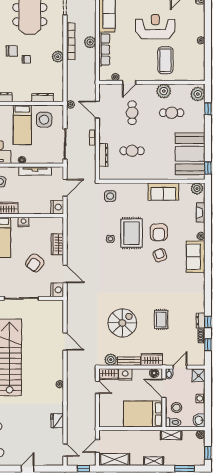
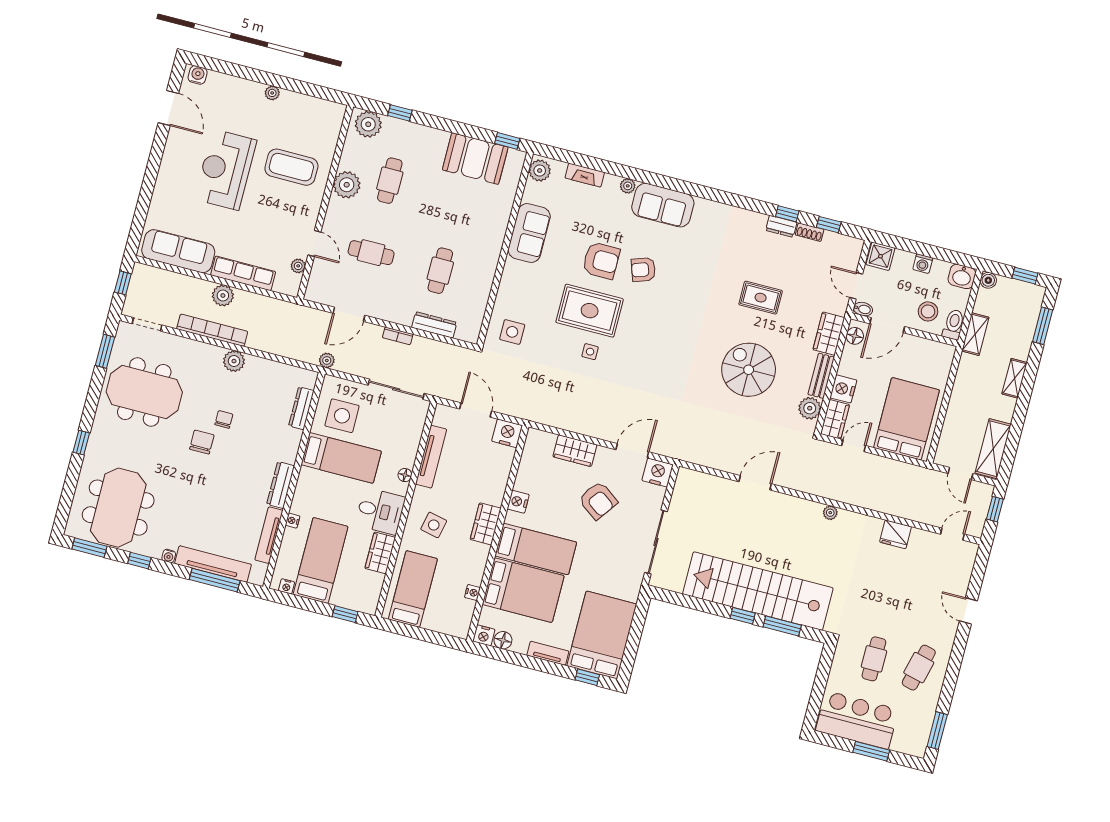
booth: (190, 154) -> (475, 159), width x0.73, depth x0.70
bed: (143, 414) -> (906, 419), moved, turned 180

